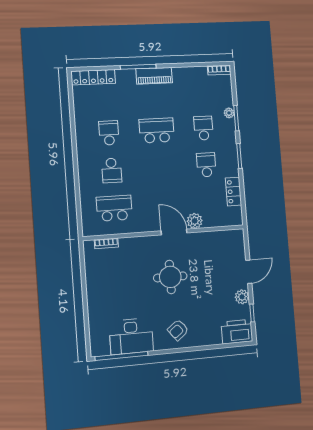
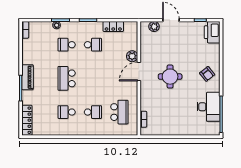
school desk: (206, 165) -> (93, 45), turned 180
school desk: (114, 208) -> (119, 112), turned 180
plant: (242, 297) -> (154, 27), moved

